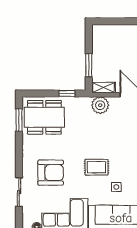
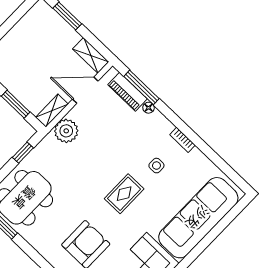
side table: (116, 187) -> (156, 166), moved

